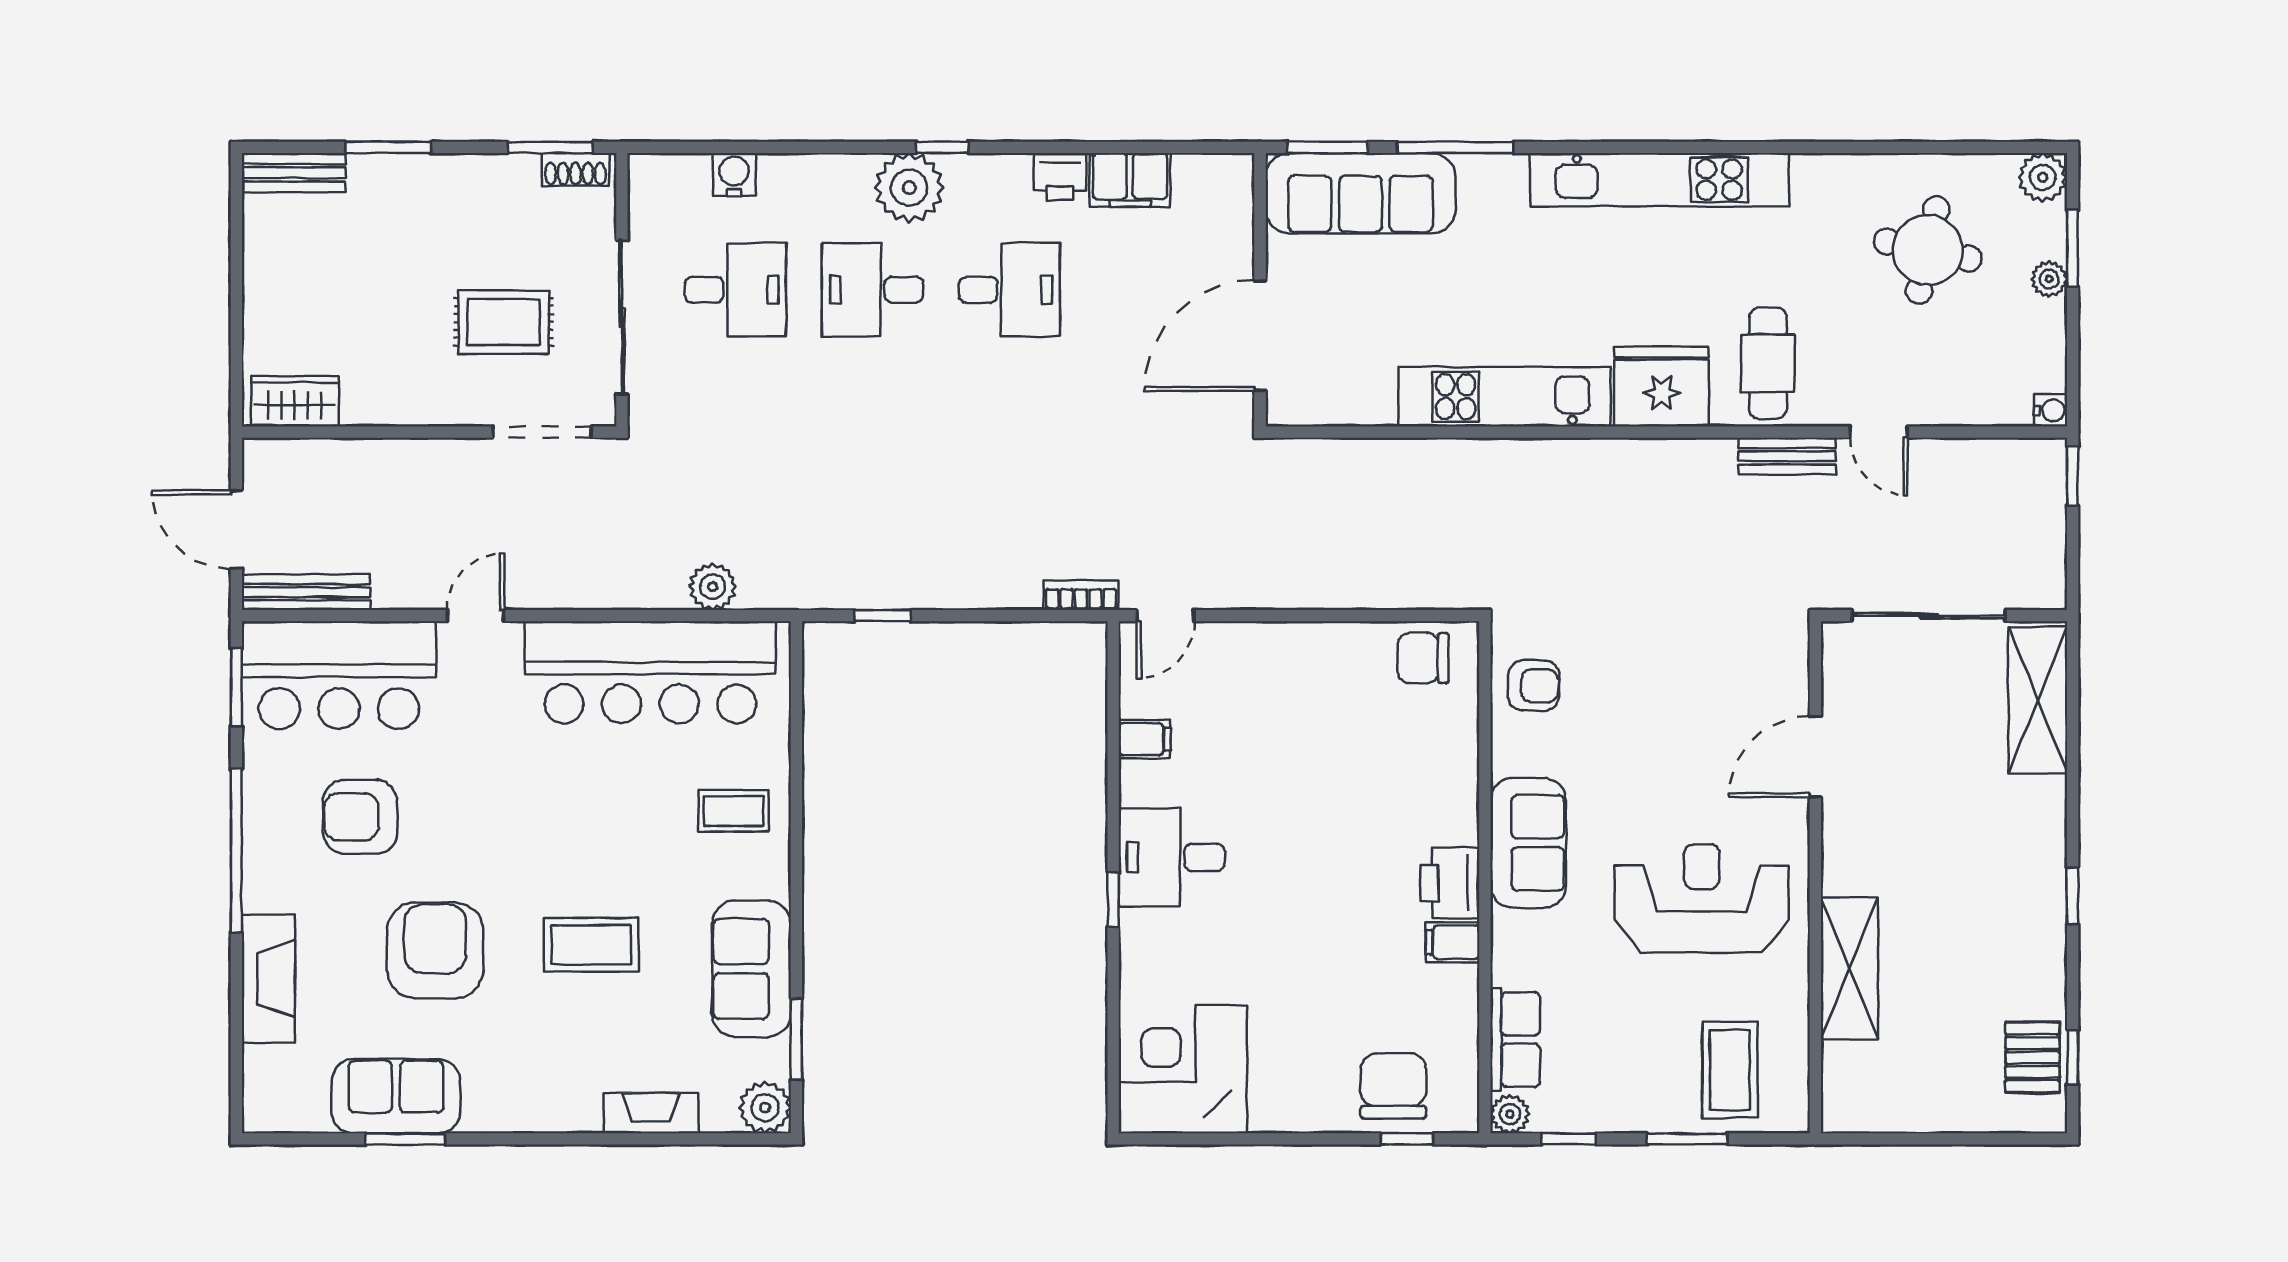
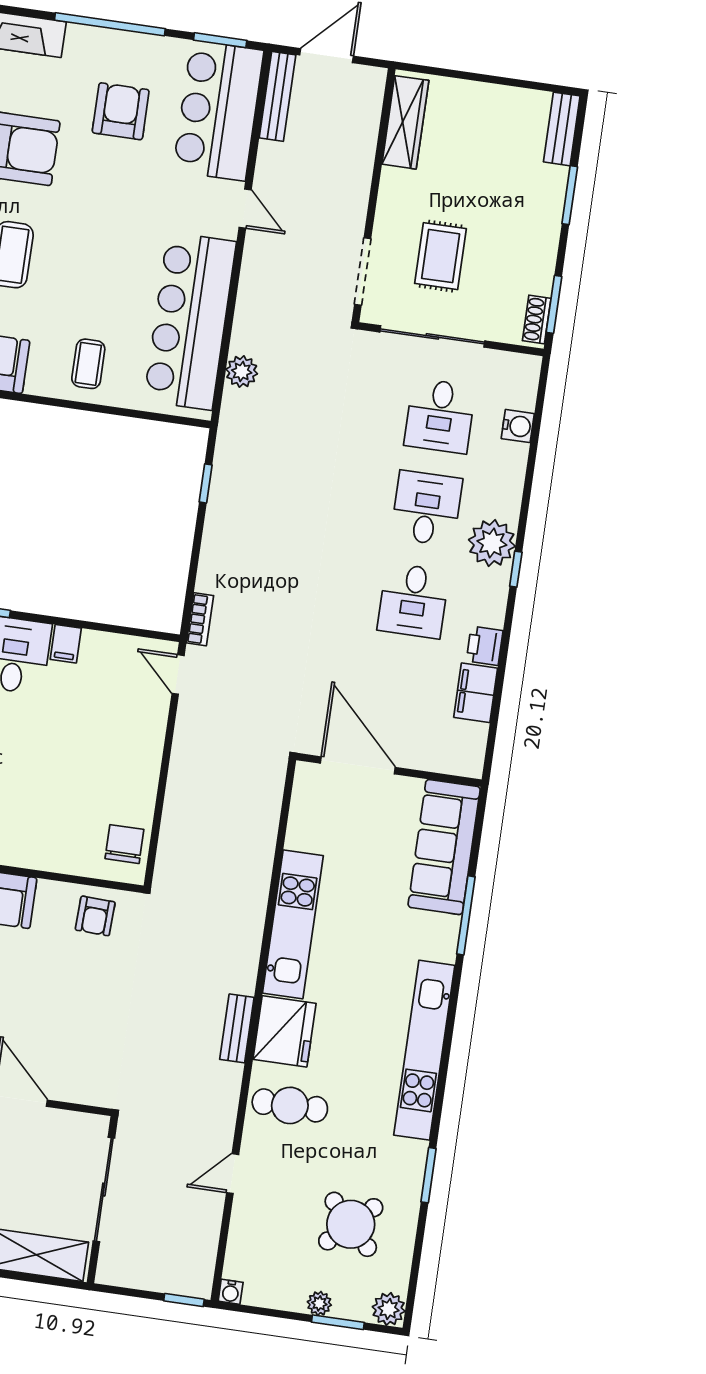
window: (1328, 147) -> (428, 1175), moved
round table: (1928, 250) -> (351, 1224), turned 34
wardrobe: (295, 401) -> (405, 122), width x1.50
bench: (1787, 456) -> (237, 1028), moved
filing cabinet: (1145, 739) -> (66, 644), moved

